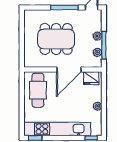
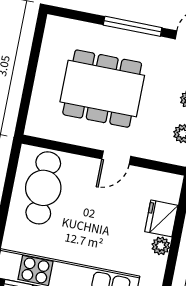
door: (69, 70) -> (116, 158), width x0.53
fridge: (91, 78) -> (161, 218), moved, turned 90

